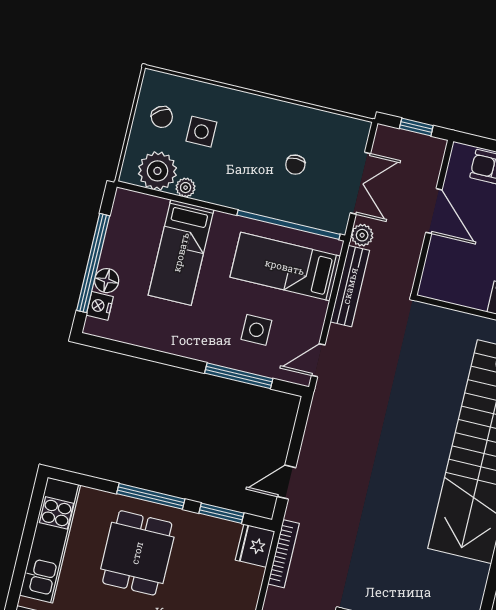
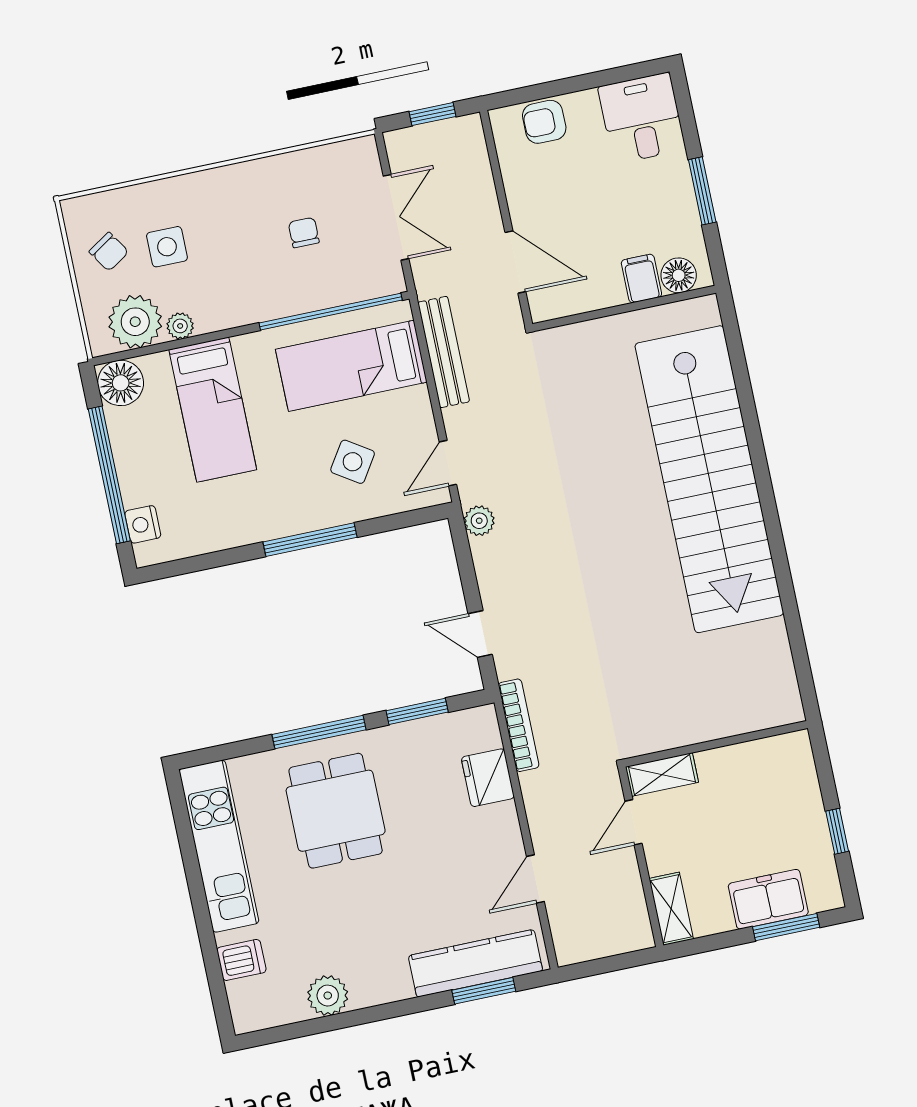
chair: (295, 165) -> (304, 233), turned 180
door: (434, 211) -> (515, 262), moved
plant: (362, 235) -> (479, 521), moved
floor lamp: (107, 281) -> (121, 383), moved, width x1.38, depth x1.38
side table: (256, 330) -> (353, 462), turned 33
window: (239, 376) -> (310, 540), moved
door: (287, 482) -> (480, 634), hinge flipped
fridge: (255, 546) -> (488, 778), moved

